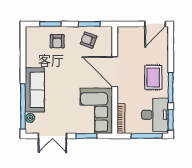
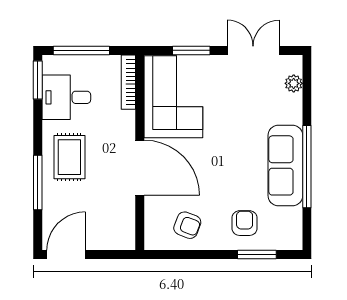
window: (89, 24) -> (186, 254), removed
window: (171, 88) -> (38, 182), moved
sofa: (35, 90) -> (285, 165), moved
window: (23, 106) -> (307, 167), moved
desk: (155, 115) -> (66, 97), width x0.73

